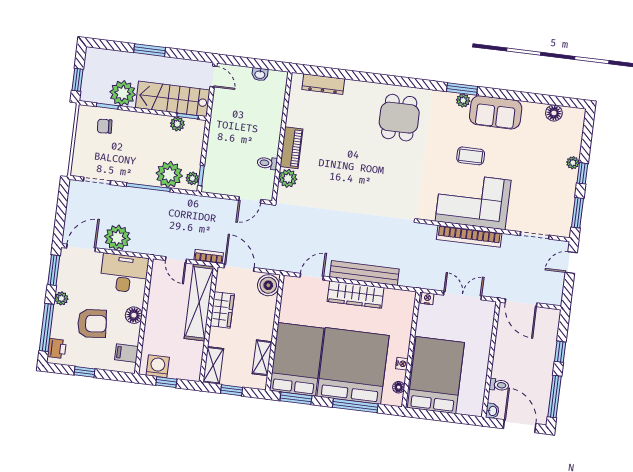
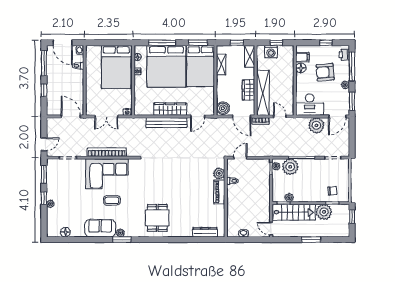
floor lamp: (134, 315) -> (301, 68), moved
washing machine: (158, 366) -> (271, 52), moved

